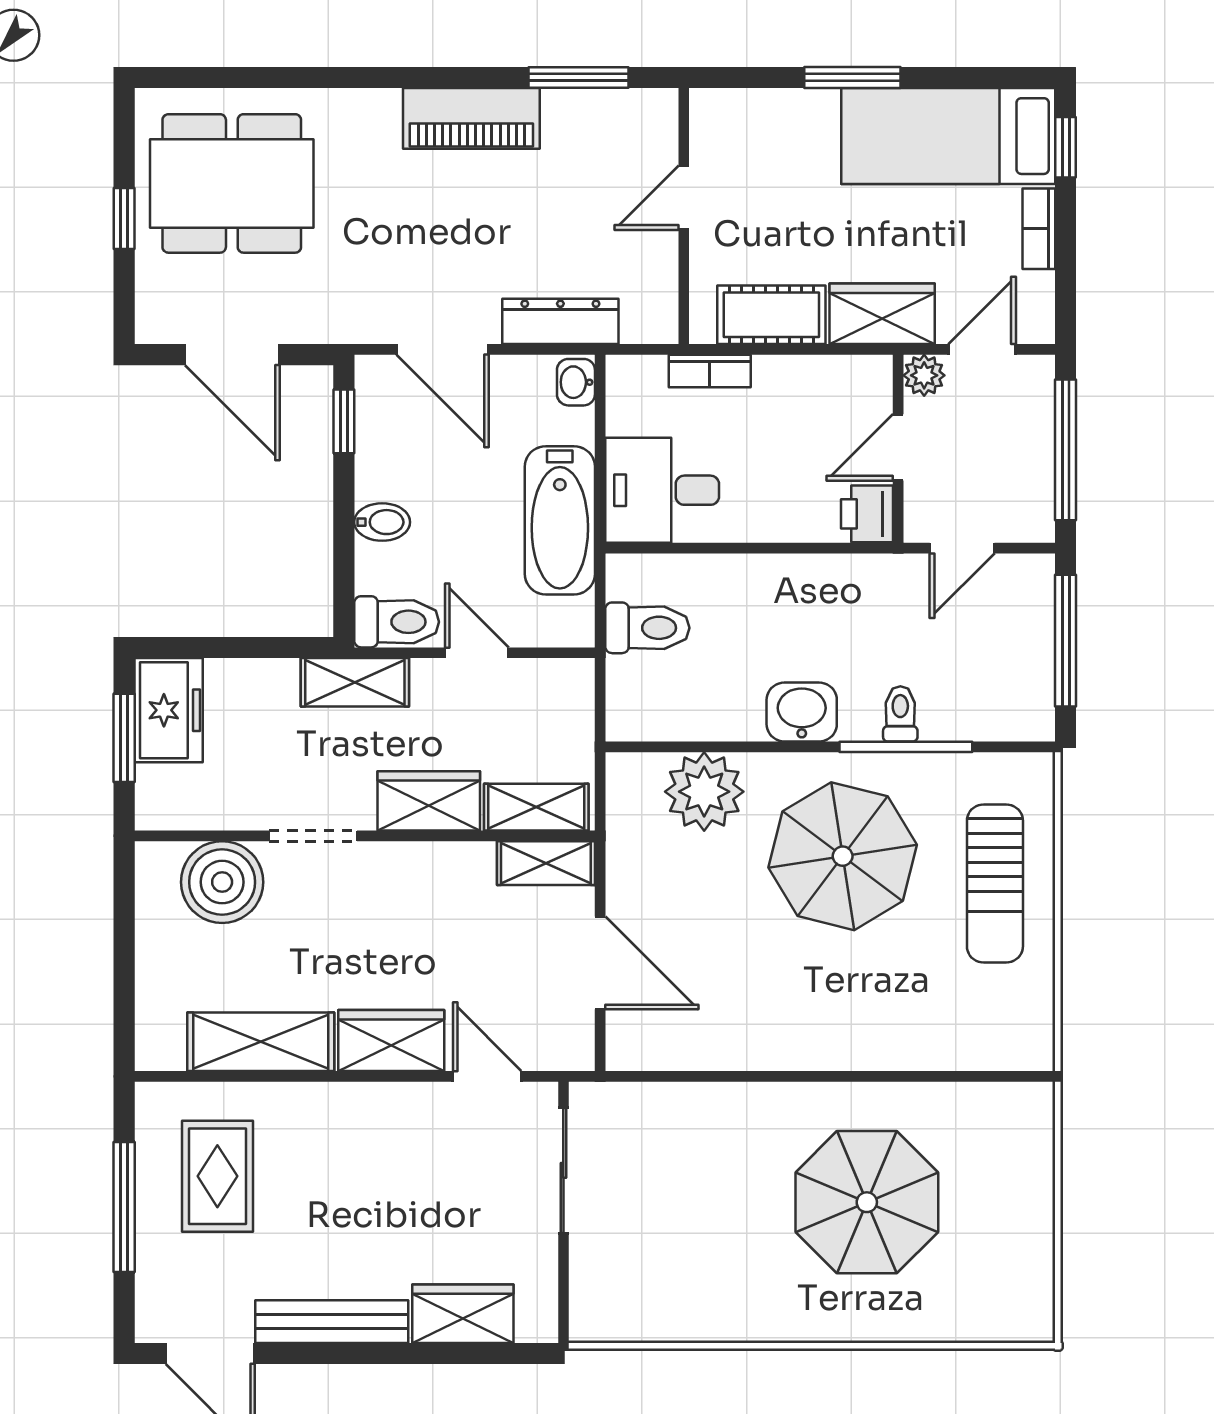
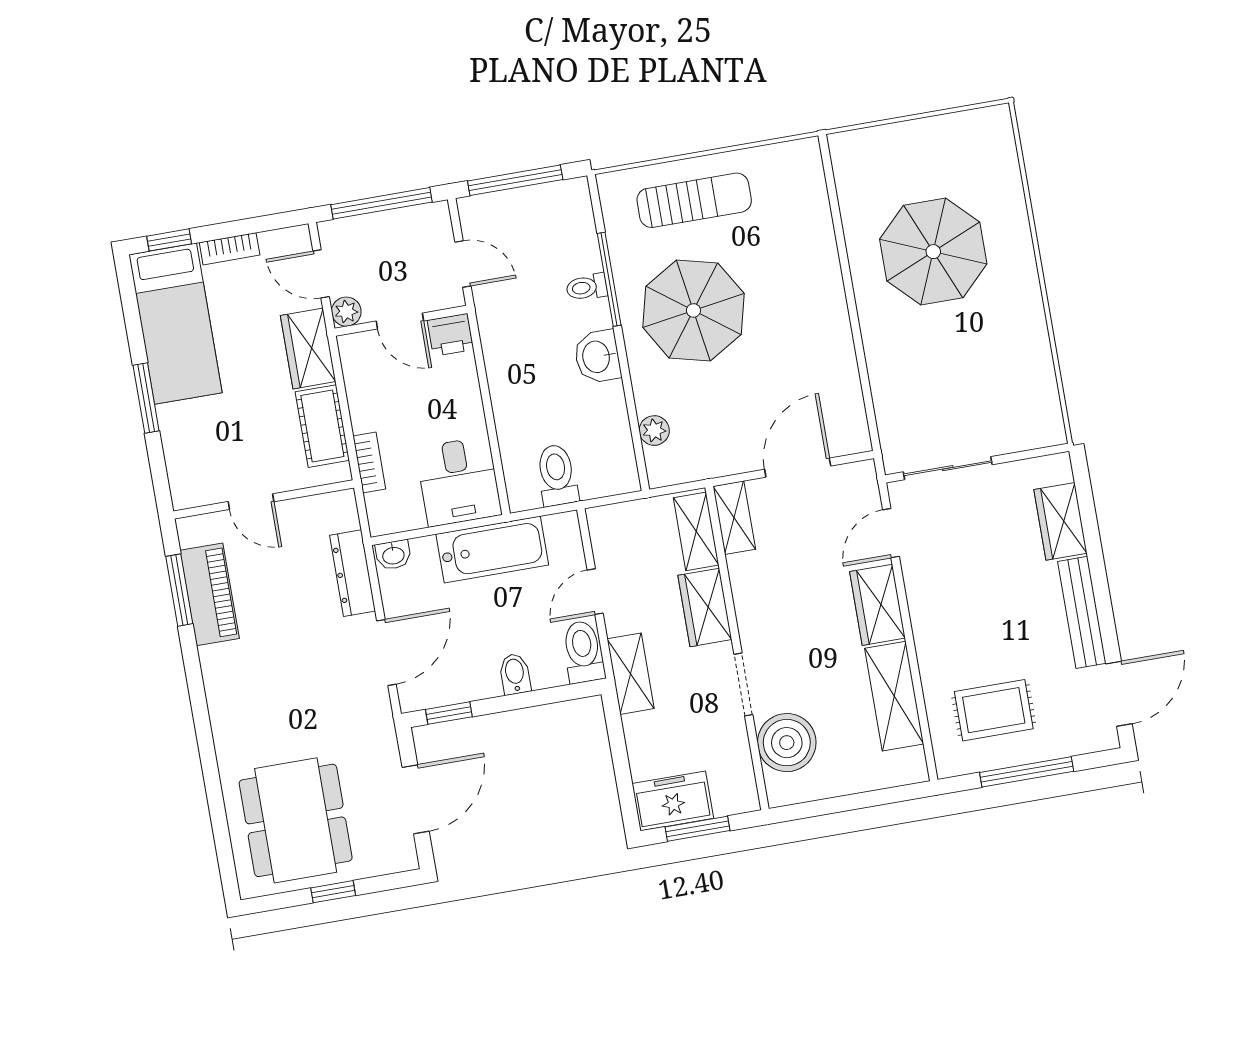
piano: (471, 118) -> (210, 594), moved
plant: (704, 792) -> (654, 431), width x0.53, depth x0.53

